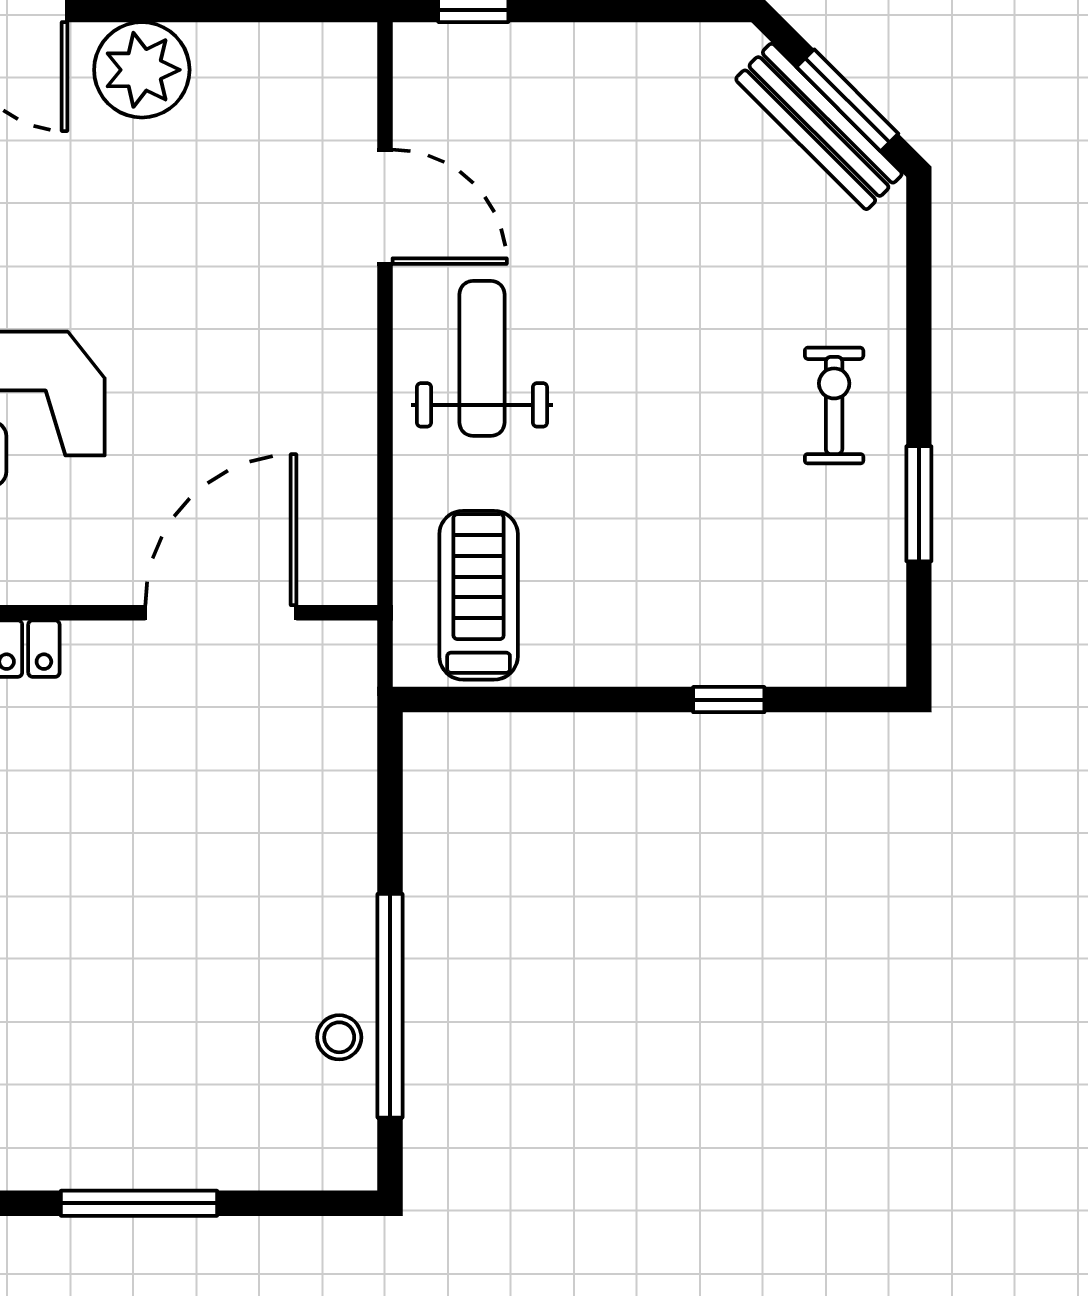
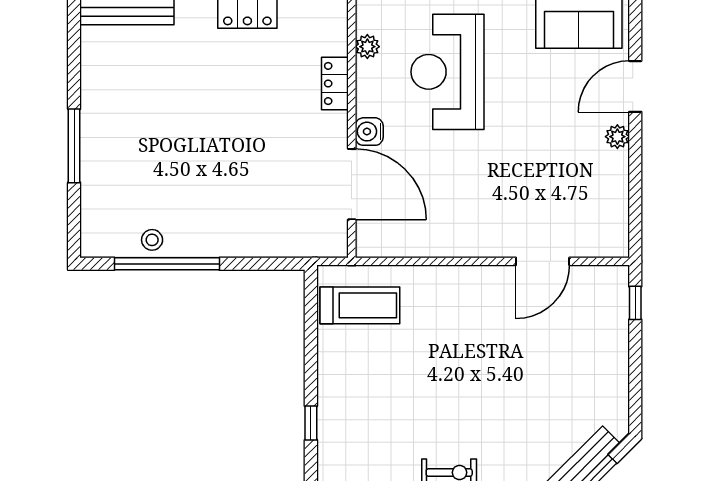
plant: (142, 70) -> (617, 137), width x0.53, depth x0.53
weight bench: (482, 358) -> (471, 307), removed
water cooler: (109, 576) -> (369, 132), added

